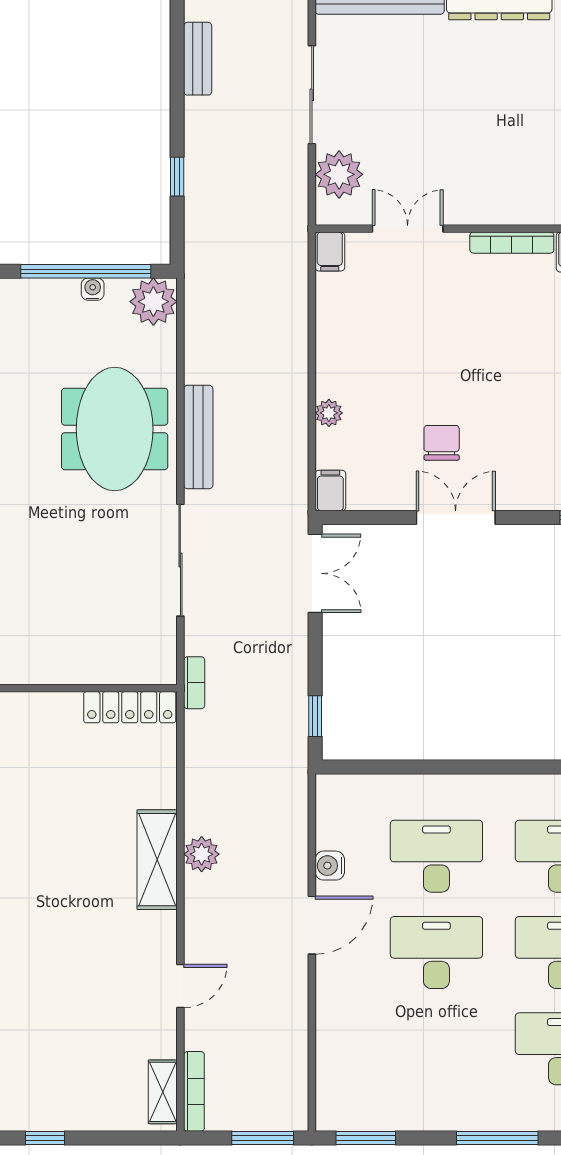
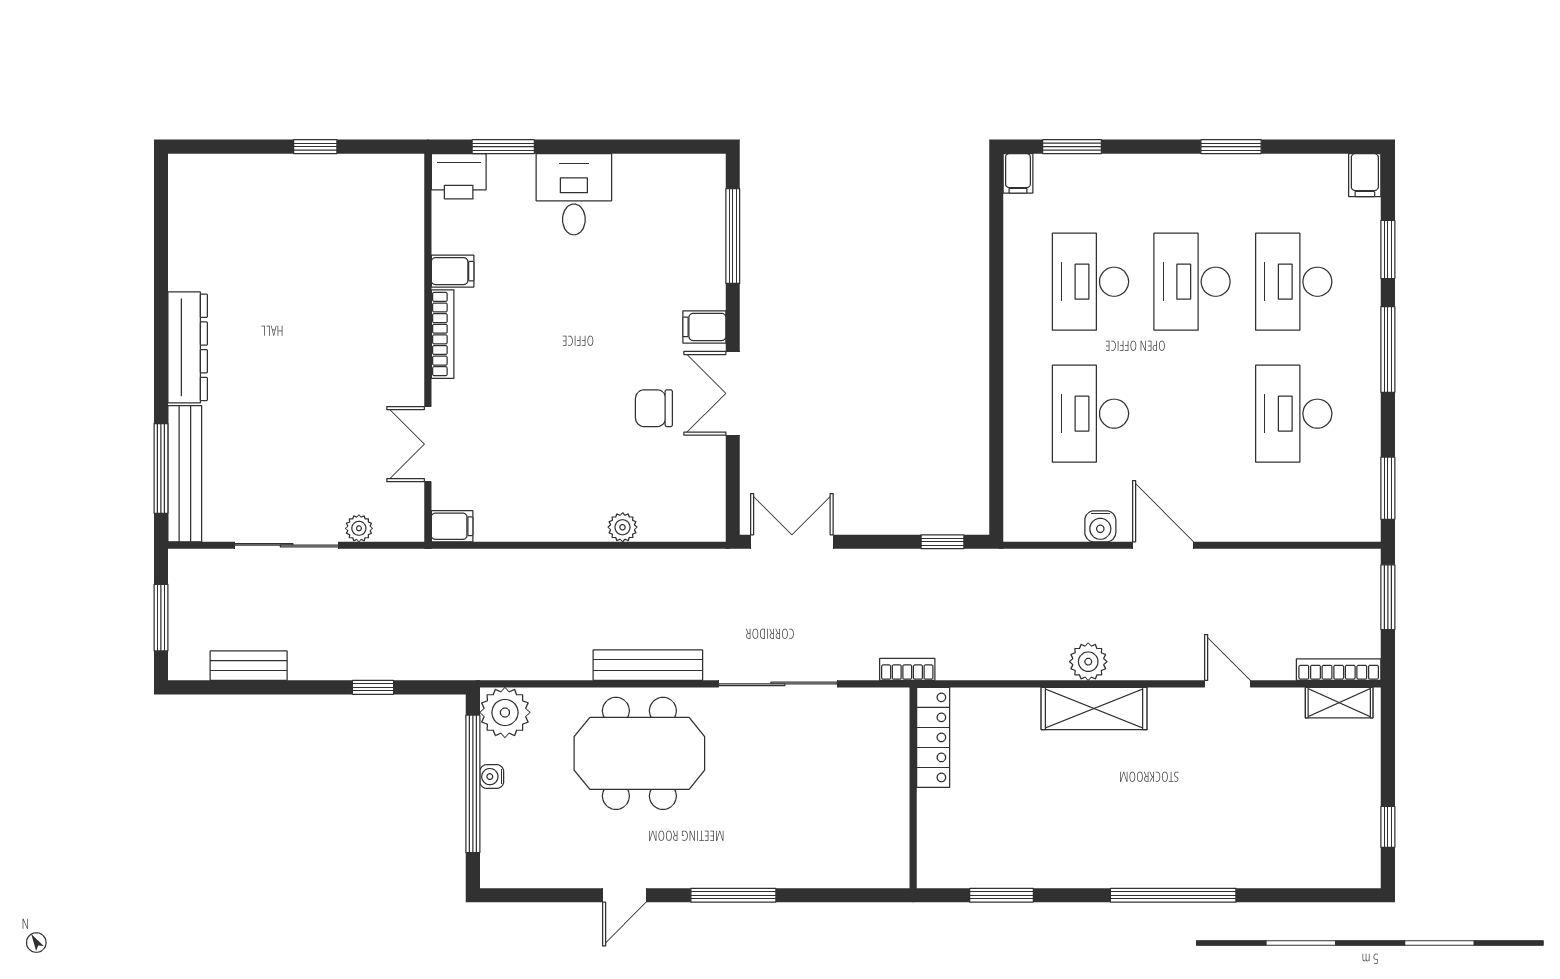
plant: (339, 174) -> (359, 528), width x0.53, depth x0.53
filing cabinet: (330, 491) -> (704, 327), moved
desk: (436, 953) -> (1294, 414), moved

